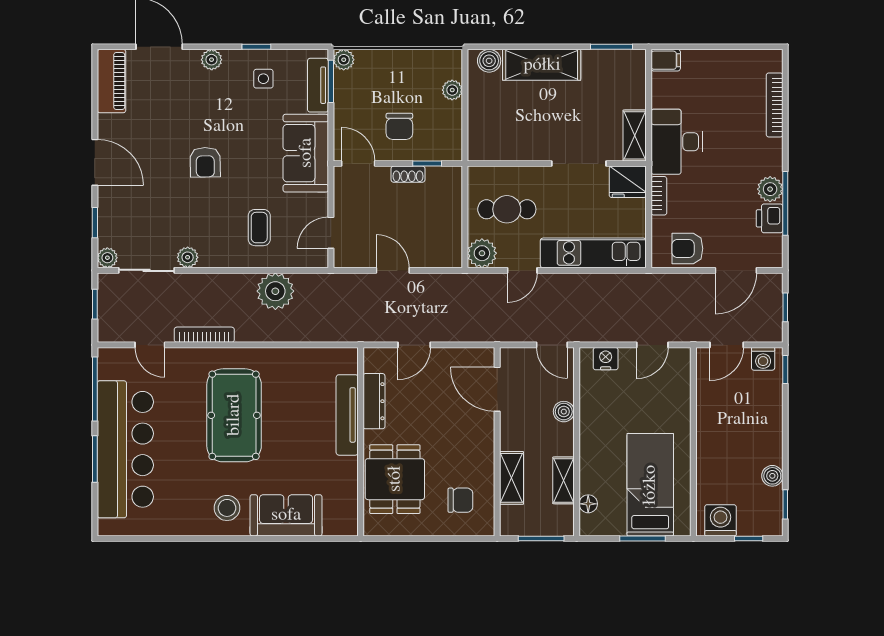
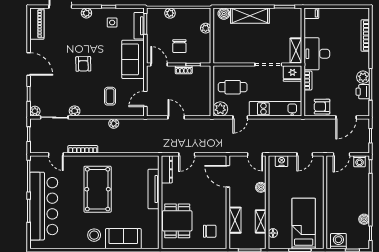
plant: (344, 60) -> (170, 13), moved
plant: (275, 291) -> (114, 123), width x0.53, depth x0.53
dresser: (374, 401) -> (167, 169), moved

